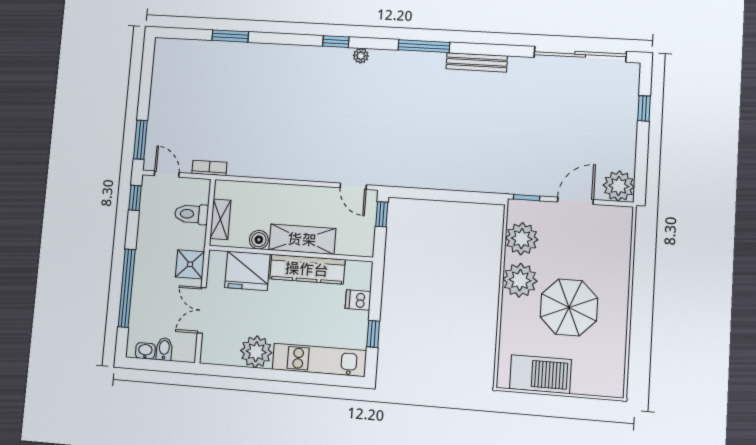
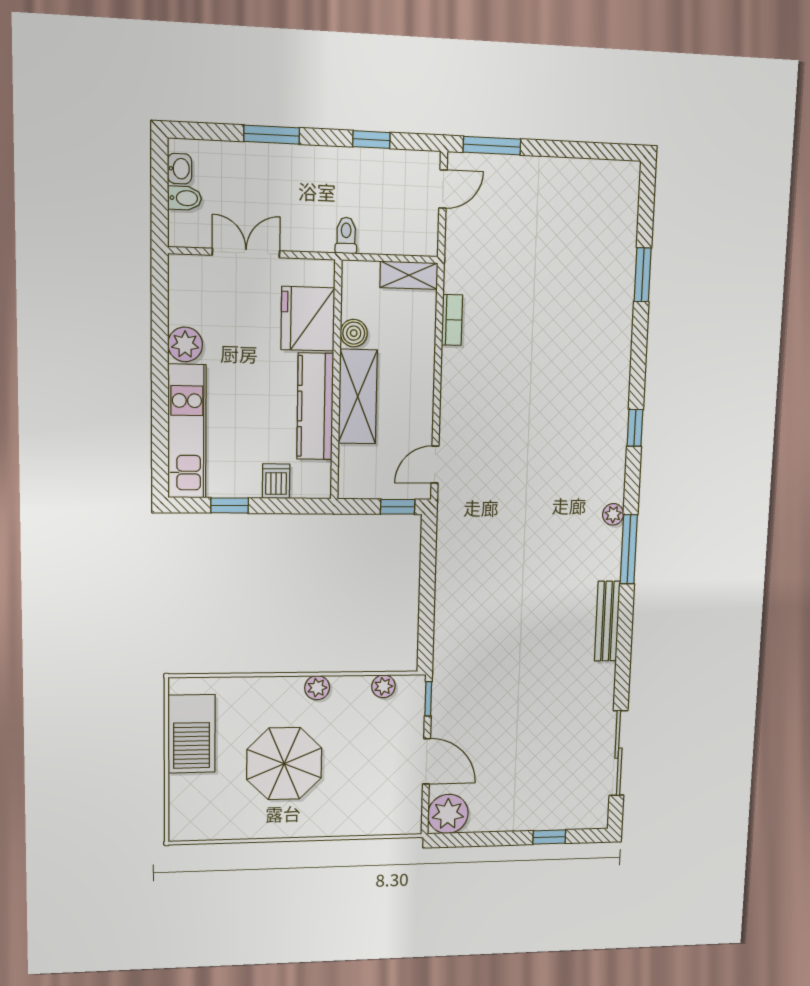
sliding door: (580, 54) -> (618, 753), width x0.73
plant: (361, 56) -> (613, 514), moved
bookcase: (209, 168) -> (452, 320), moved
window: (135, 198) -> (371, 140), moved
toilet: (191, 214) -> (346, 235), moved, width x0.73, depth x0.72
shelving: (220, 219) -> (409, 275), moved
plant: (522, 239) -> (383, 686), width x0.53, depth x0.53
shower: (190, 264) -> (313, 232), removed
plant: (520, 280) -> (317, 688), width x0.53, depth x0.53
window: (127, 288) -> (272, 135), width x0.47
plant: (256, 352) -> (185, 344), width x0.73, depth x0.73

